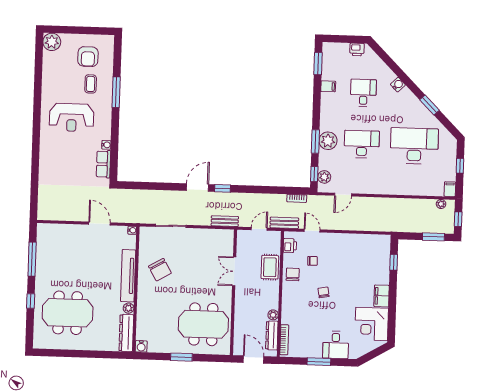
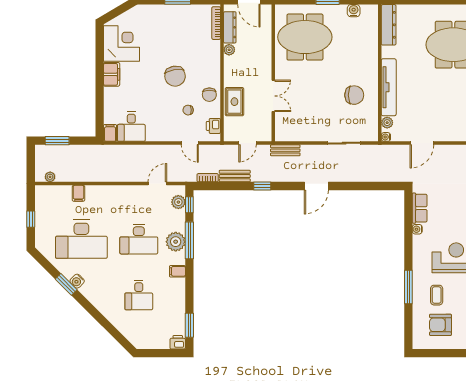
printer: (357, 50) -> (178, 342), moved
armchair: (88, 57) -> (440, 325), turned -90
water cooler: (398, 85) -> (77, 281), moved
filing cabinet: (328, 86) -> (177, 271), moved
window: (315, 142) -> (189, 240), width x1.44
window: (223, 188) -> (262, 186), moved
filing cabinet: (450, 189) -> (78, 193), moved
window: (458, 219) -> (31, 161), removed
bench: (284, 223) -> (235, 176), moved
door: (99, 224) -> (422, 143), hinge flipped
filing cabinet: (385, 242) -> (110, 133), added
window: (394, 262) -> (100, 111), removed
chair: (160, 270) -> (354, 95), turned 120
chair: (323, 292) -> (175, 76), width x1.87, depth x1.87
plant: (129, 308) -> (387, 123), moved
desk: (336, 345) -> (131, 127), moved, turned 180
water cooler: (141, 346) -> (354, 11), moved

